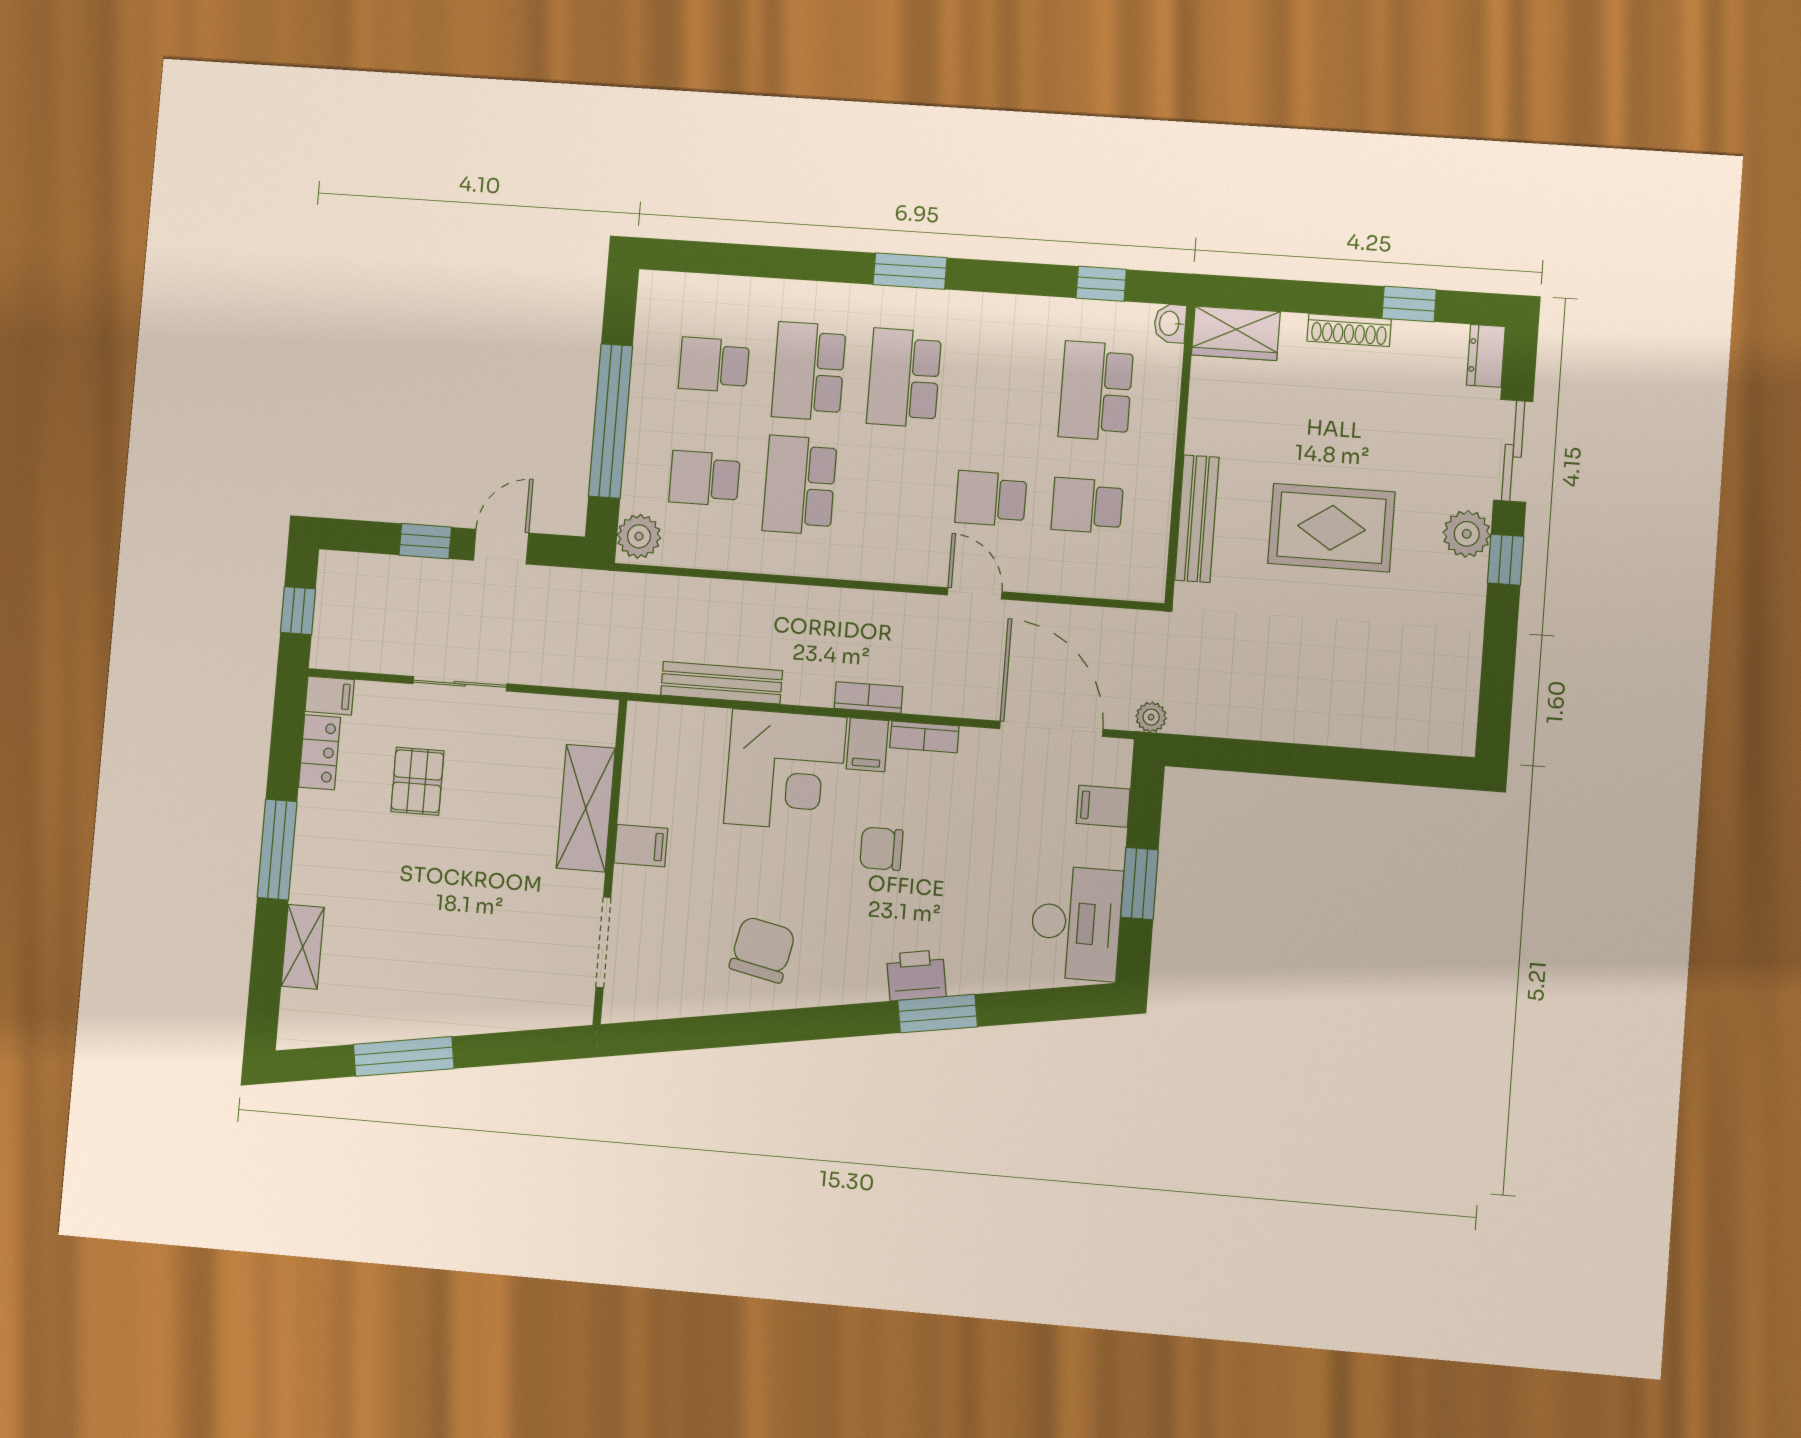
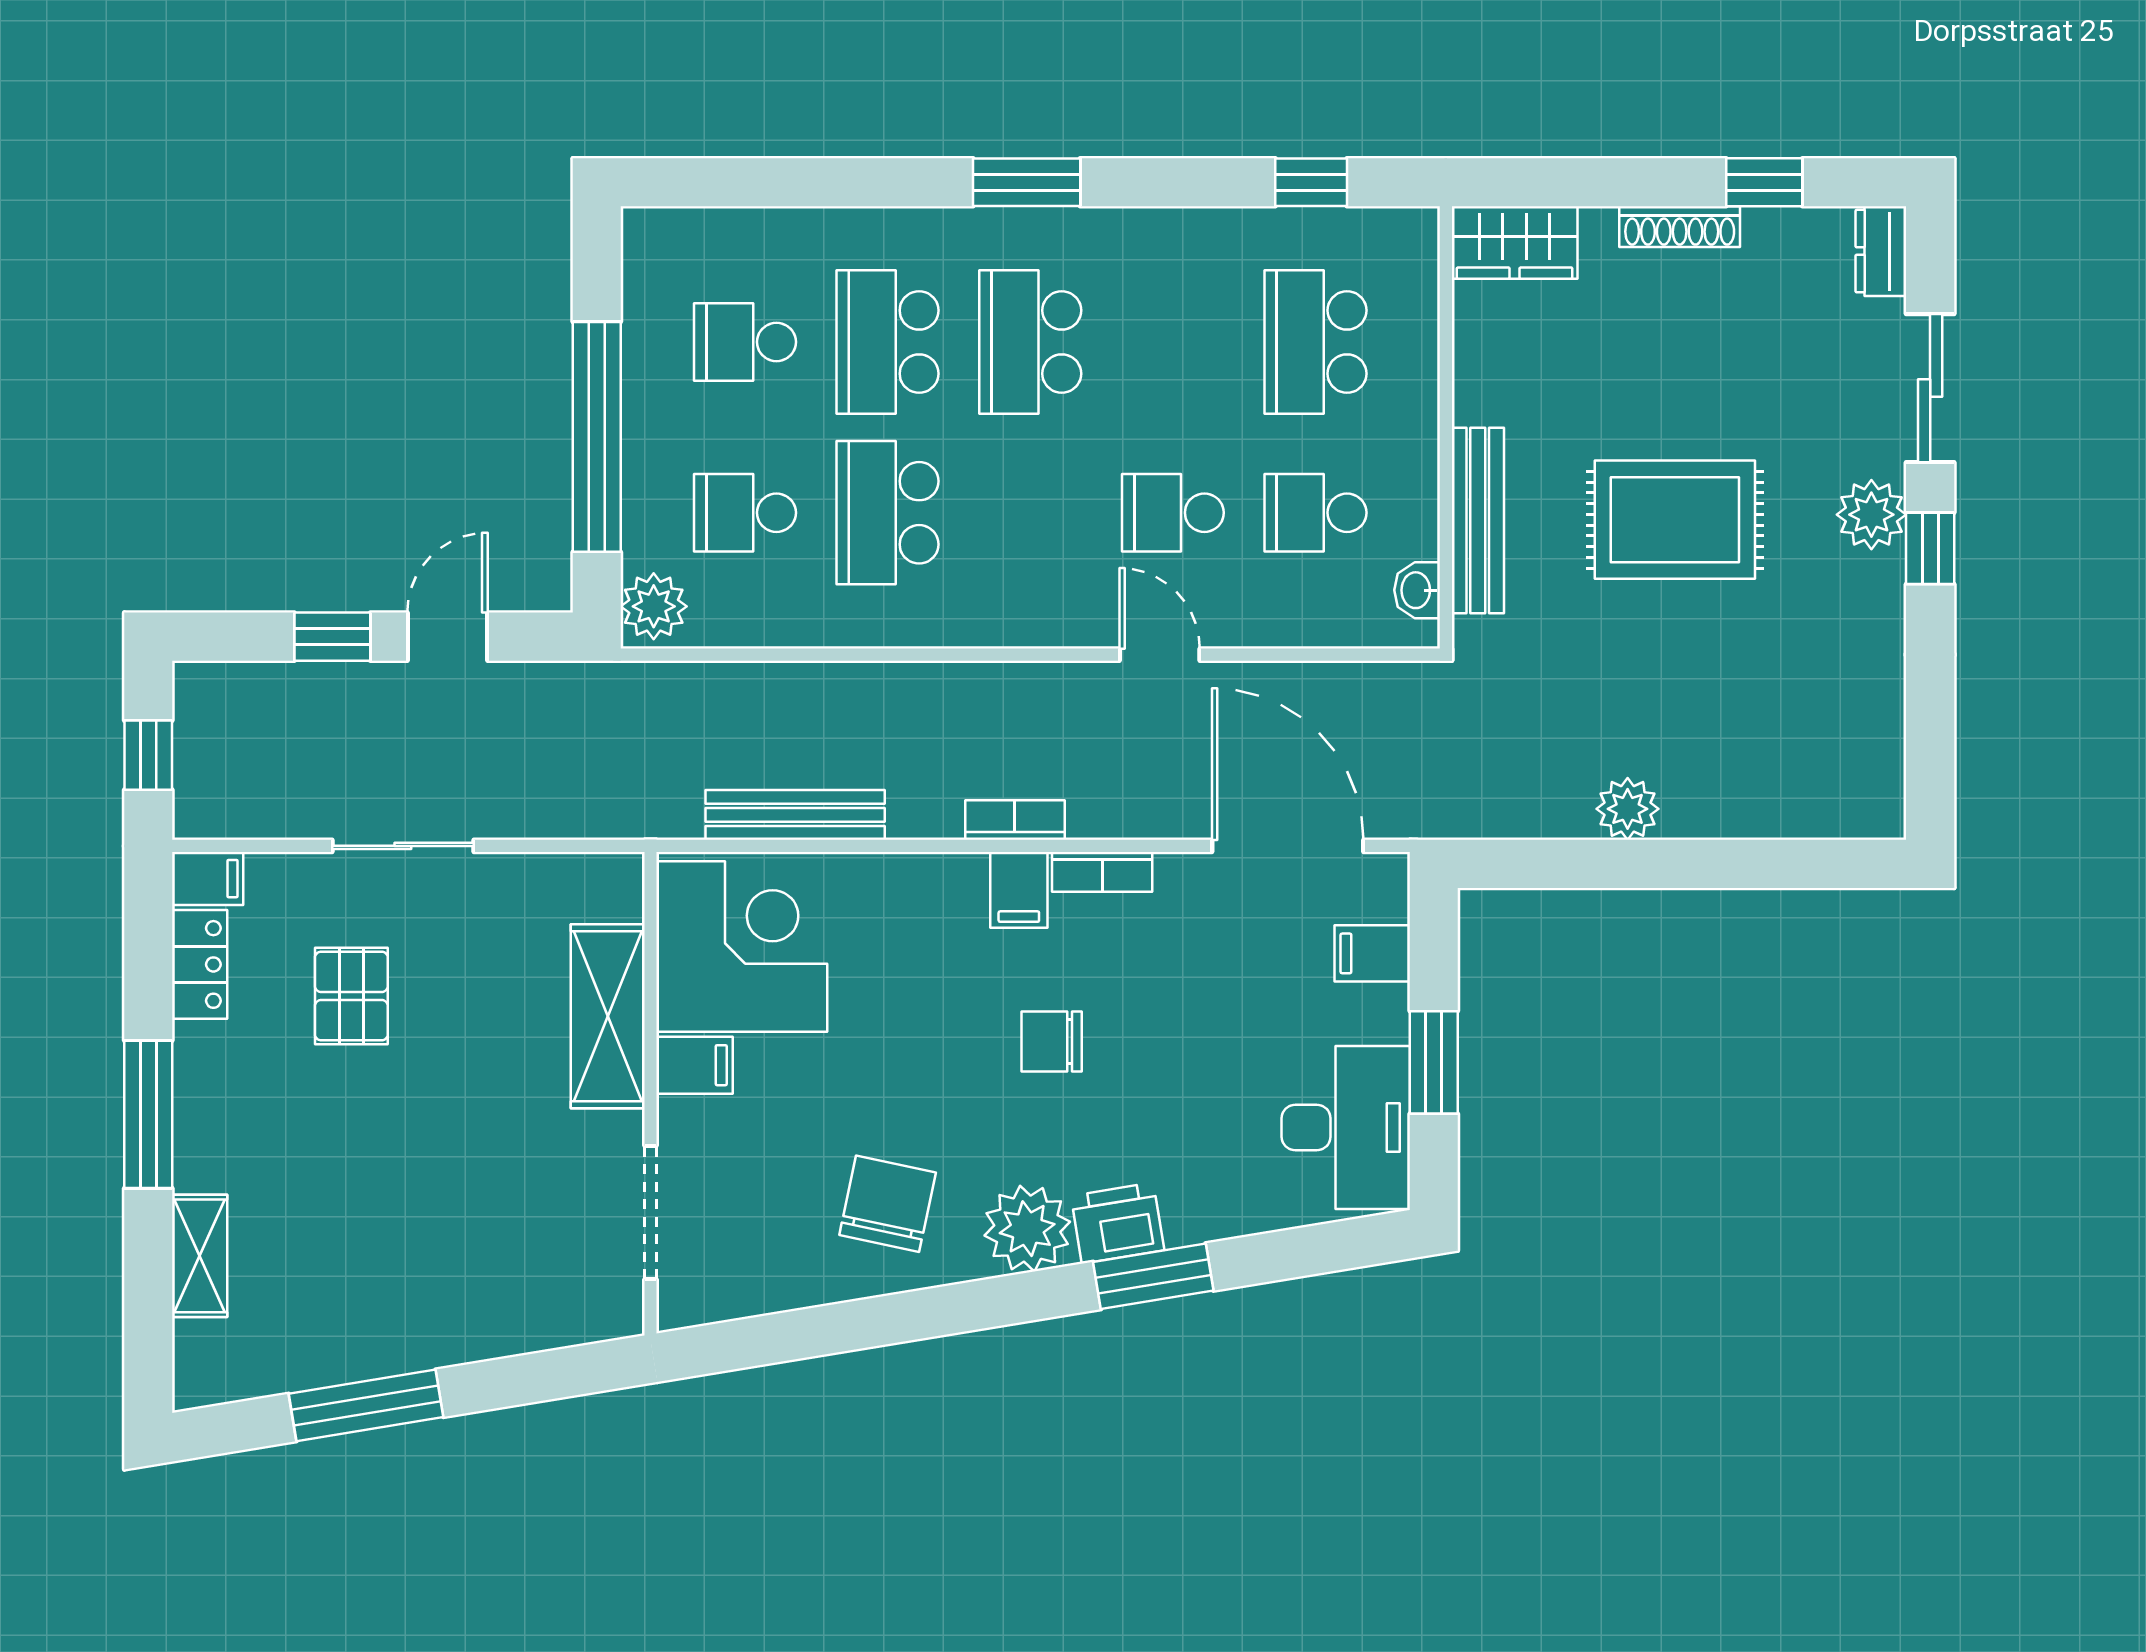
washbasin: (1170, 323) -> (1417, 590), moved
plant: (1151, 717) -> (1628, 809), moved, width x1.38, depth x1.38
corner desk: (785, 770) -> (742, 946), moved, turned -90
plant: (855, 974) -> (1027, 1229), added

